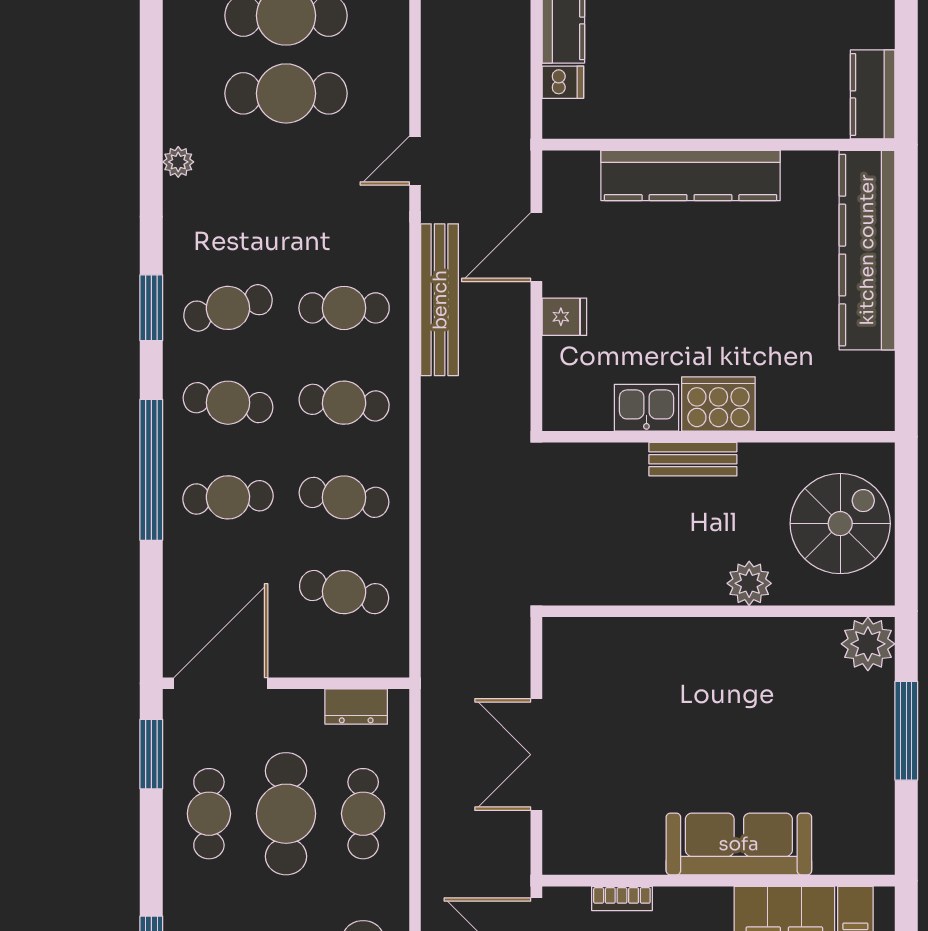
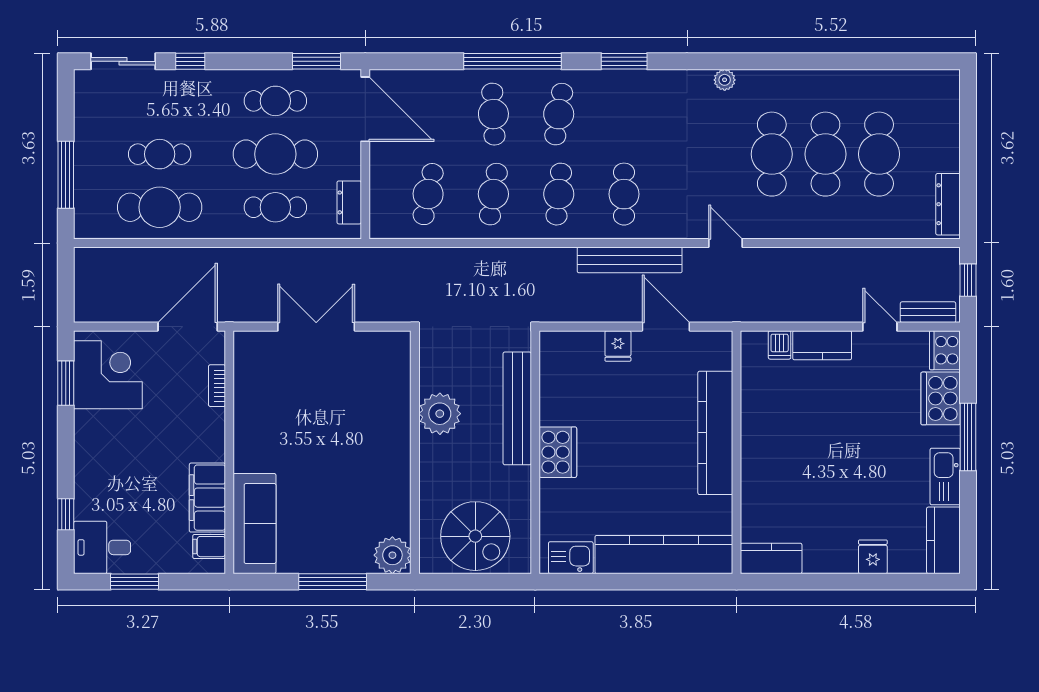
cafe table: (228, 308) -> (624, 114), removed
kitchen sink: (646, 408) -> (571, 558), moved, turned -90
bench: (693, 459) -> (517, 408), width x1.86, depth x1.21
plant: (749, 583) -> (440, 414), moved, width x1.36, depth x1.36
sofa: (739, 844) -> (254, 524), moved

